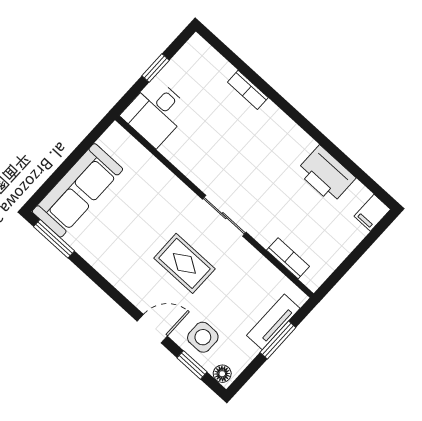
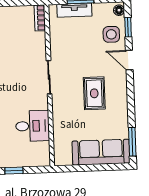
desk: (156, 113) -> (32, 126), moved
bookcase: (288, 258) -> (40, 18), moved
rug: (184, 263) -> (94, 93), moved

